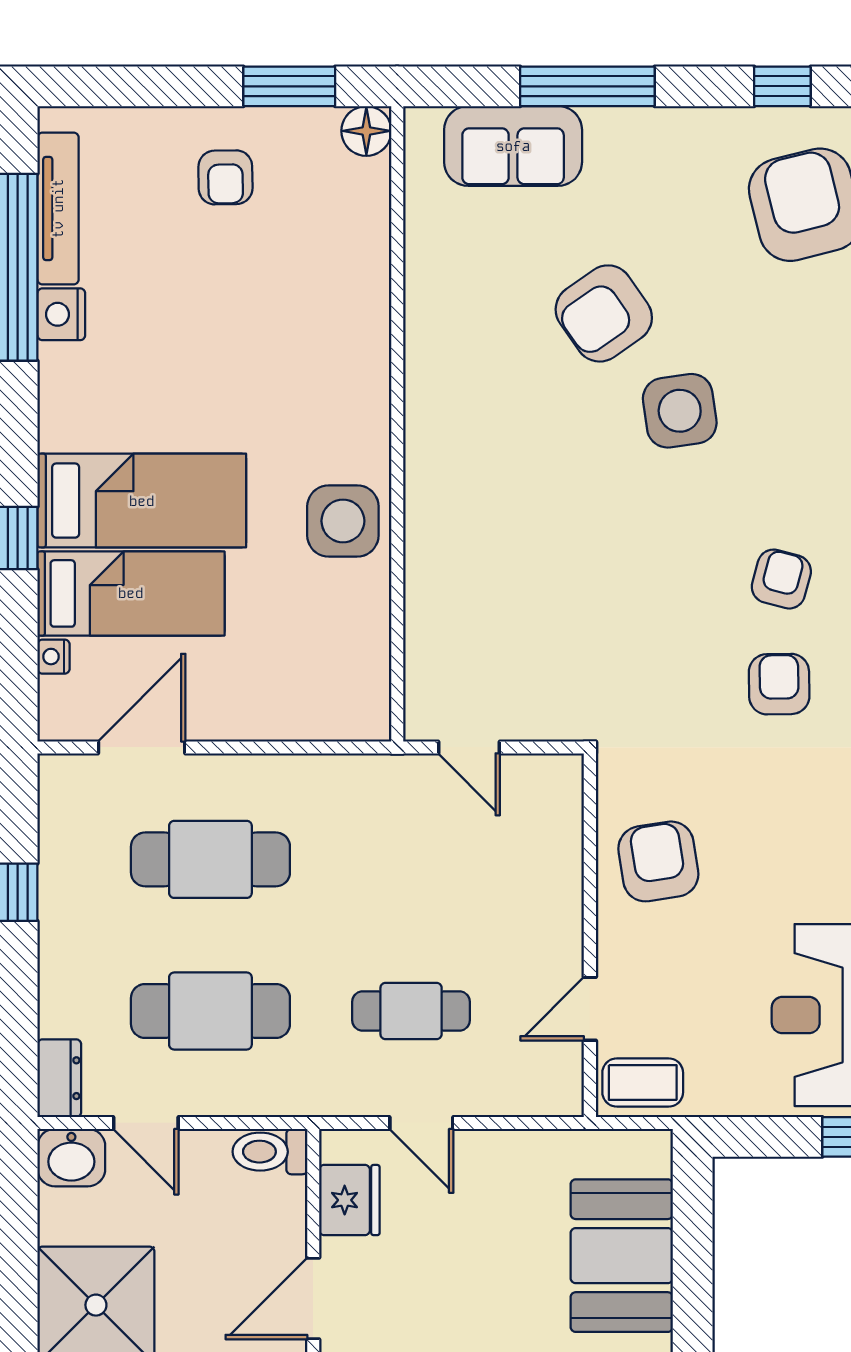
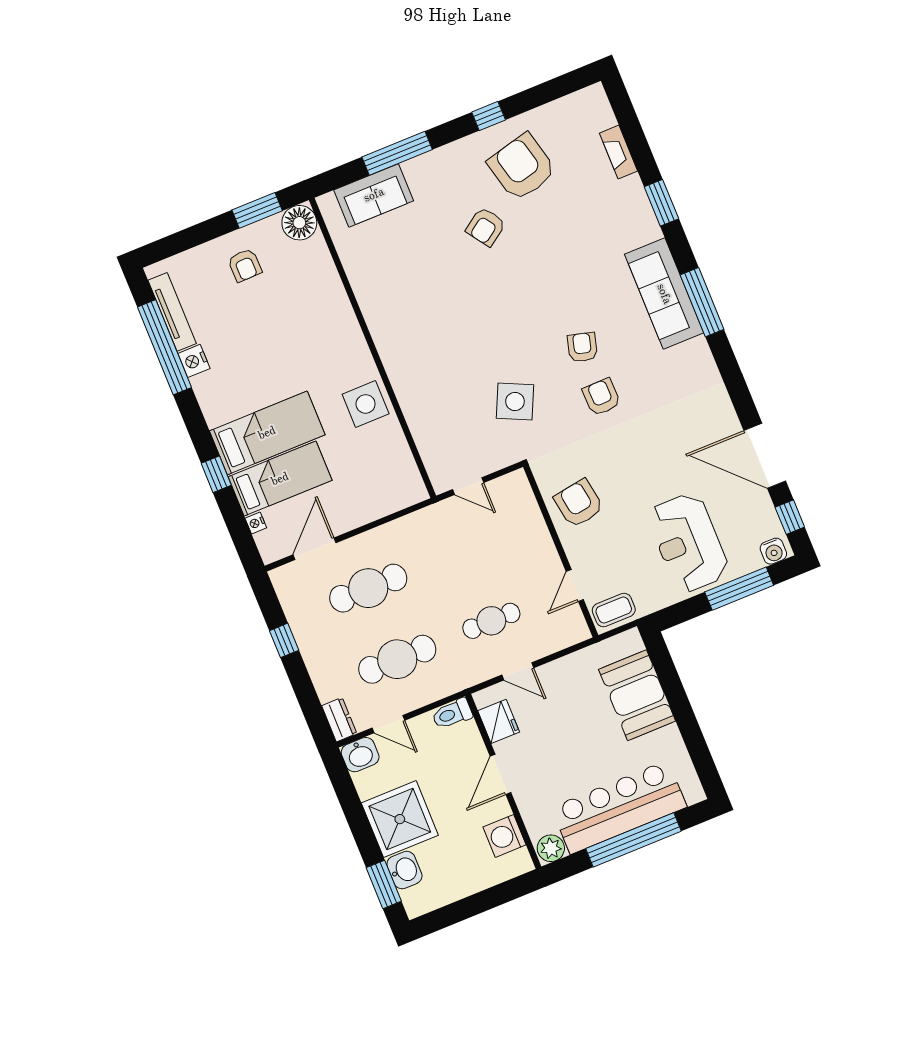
floor lamp: (366, 131) -> (299, 223), width x1.38, depth x1.38
armchair: (604, 313) -> (486, 227), moved, width x0.72, depth x0.72
side table: (680, 411) -> (515, 402), moved, turned 33

